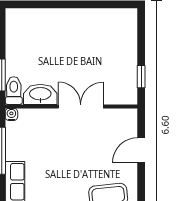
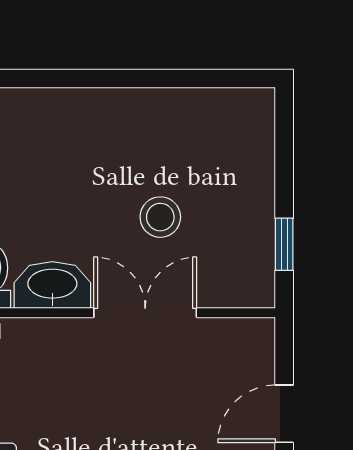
stool: (87, 65) -> (160, 217), added

